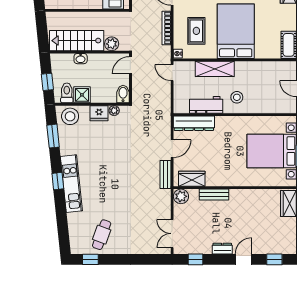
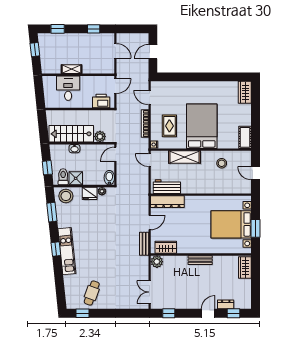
stool: (237, 97) -> (222, 163), moved
workbench: (206, 105) -> (167, 187), moved
bench: (214, 195) -> (200, 260), moved
dresser: (222, 249) -> (226, 304), moved

